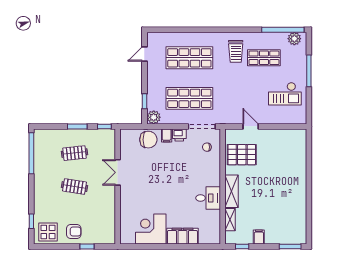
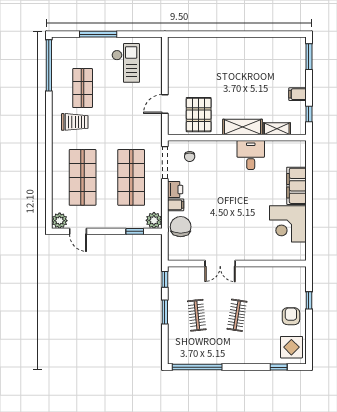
plant: (294, 39) -> (60, 221), moved

